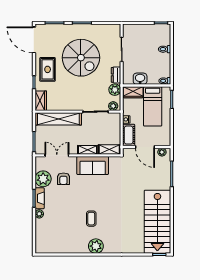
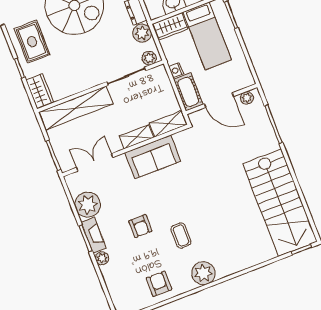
armchair: (63, 179) -> (140, 226), moved
armchair: (67, 242) -> (159, 284), added

